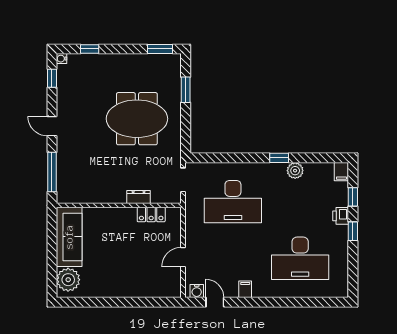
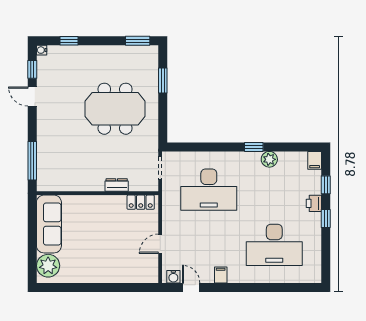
door: (52, 126) -> (32, 97), moved
locker: (151, 215) -> (141, 202), moved

